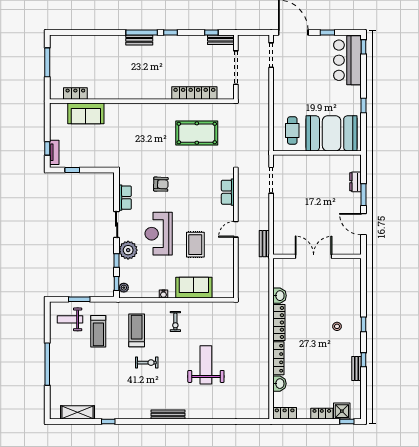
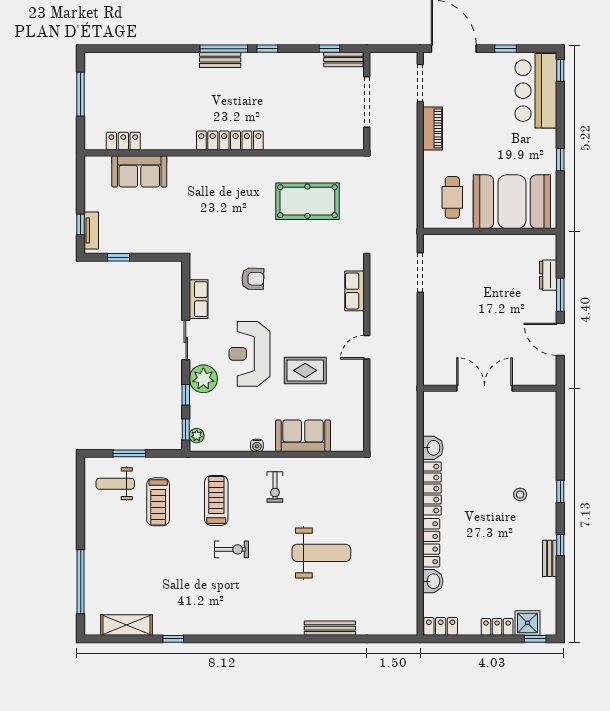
piano: (279, 85) -> (433, 128), added
locker: (194, 93) -> (230, 141), moved
bench: (264, 244) -> (410, 369), removed
rug: (195, 245) -> (305, 370), turned 90
window: (47, 364) -> (81, 582), moved
weight bench: (206, 365) -> (321, 553), turned 90
bench: (168, 414) -> (330, 628), moved

